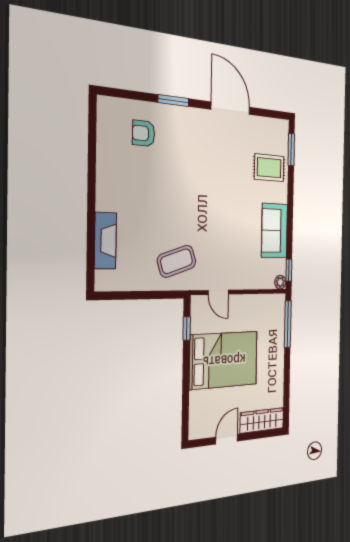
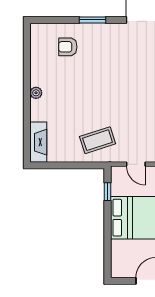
plant: (103, 194) -> (36, 93), added
fireplace: (105, 241) -> (38, 142), moved

